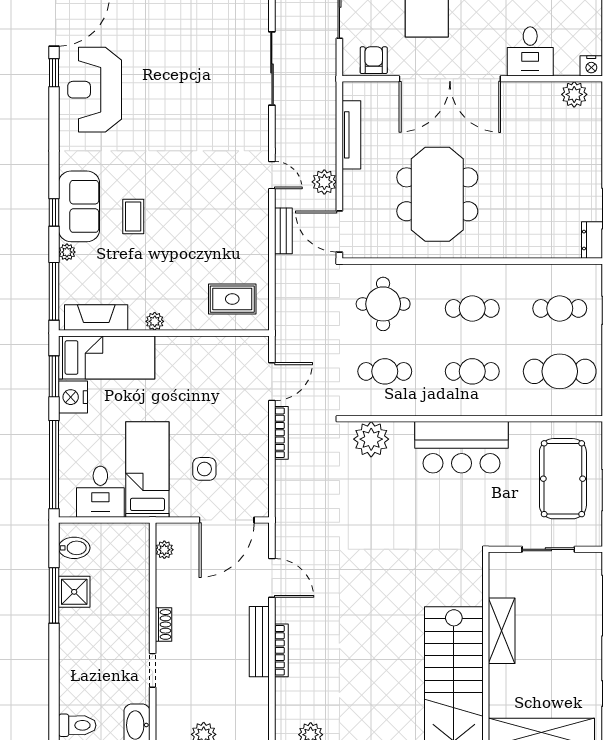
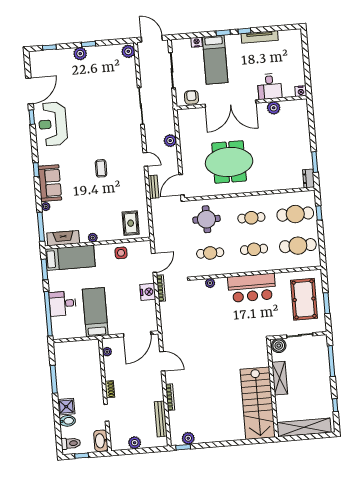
plant: (574, 94) -> (274, 108), moved
tv unit: (351, 135) -> (183, 136), removed
plant: (324, 182) -> (170, 141), moved
meeting table: (437, 194) -> (229, 162), turned 90
window: (54, 212) -> (36, 170), moved
coffee table: (133, 216) -> (101, 168), moved
door: (339, 232) -> (182, 185), hinge flipped
rug: (232, 299) -> (131, 223), turned 90
cafe table: (560, 308) -> (295, 214), width x1.37, depth x1.35
nightstand: (73, 397) -> (148, 292), moved, turned 180
plant: (371, 439) -> (210, 283), width x0.53, depth x0.53
side table: (204, 469) -> (121, 253), moved
desk: (100, 492) -> (63, 304), moved, turned 90
bidet: (74, 548) -> (67, 421), moved
boiler: (505, 566) -> (279, 346), added
shower: (74, 592) -> (66, 407), moved
bench: (259, 642) -> (161, 419), moved

